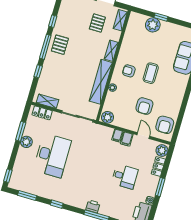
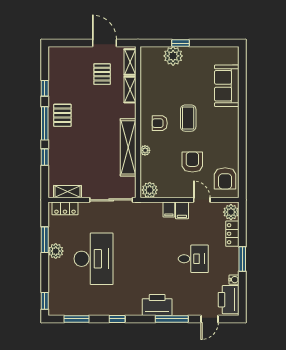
shelving: (111, 51) -> (130, 90), moved
armchair: (144, 106) -> (192, 162), turned 180
printer: (93, 206) -> (157, 305), width x1.87, depth x1.48

